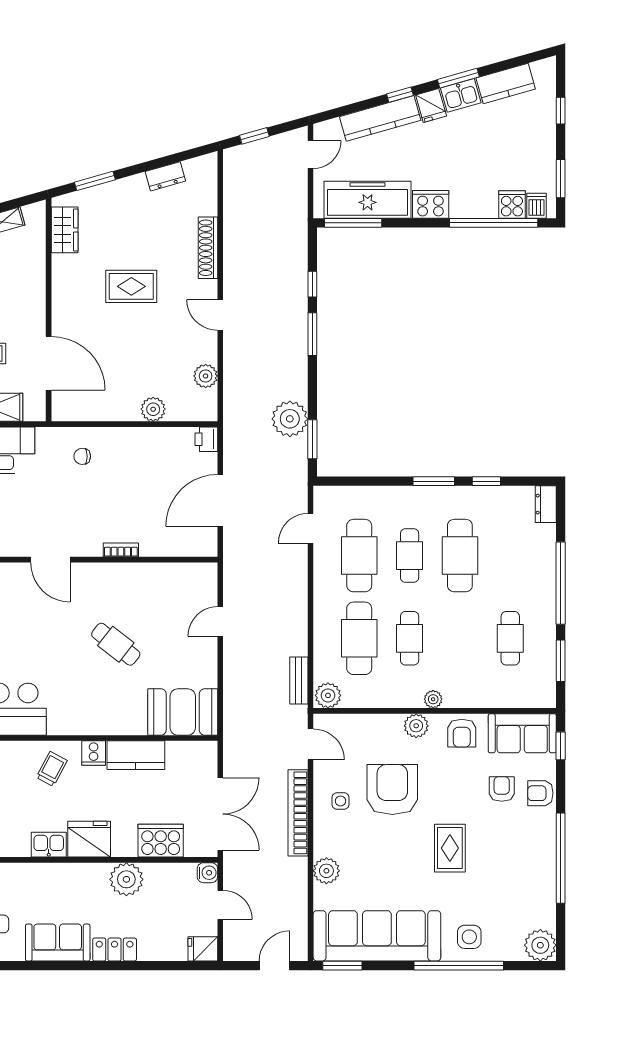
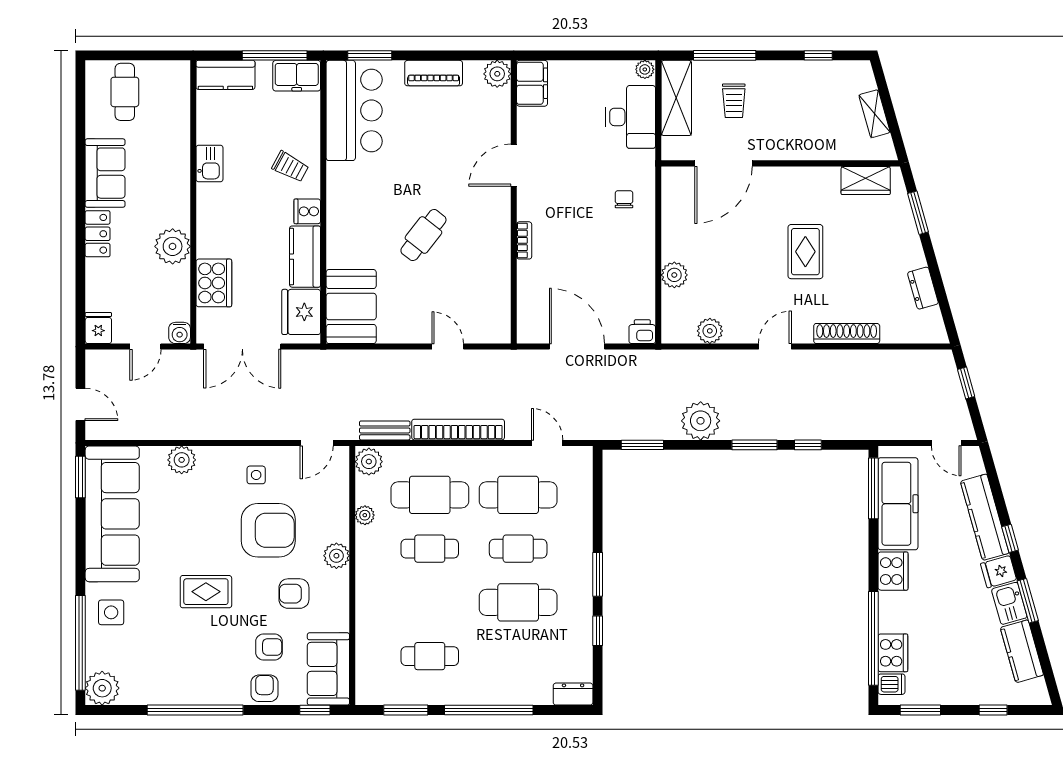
cooker: (512, 204) -> (893, 653), width x1.36
plant: (290, 419) -> (701, 421), moved
plant: (433, 699) -> (365, 515), moved
armchair: (462, 733) -> (294, 594), moved
bookcase: (298, 813) -> (458, 430), moved
fridge: (89, 839) -> (301, 312), moved, turned 180
window: (459, 966) -> (80, 643), moved

